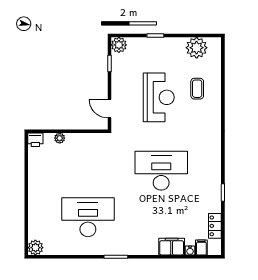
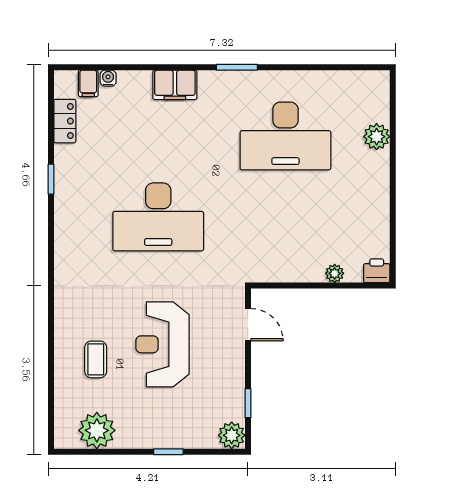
filing cabinet: (172, 247) -> (175, 85), moved
plant: (35, 248) -> (377, 137), moved

